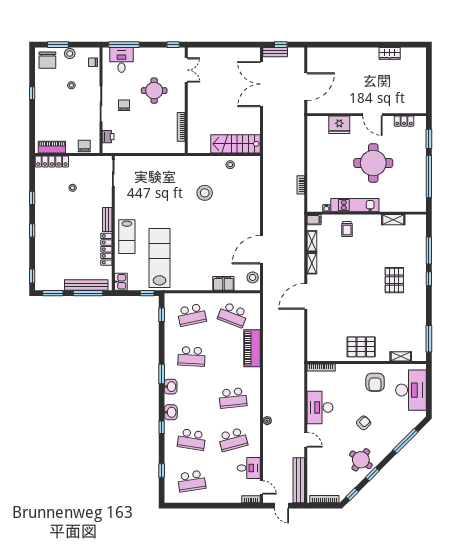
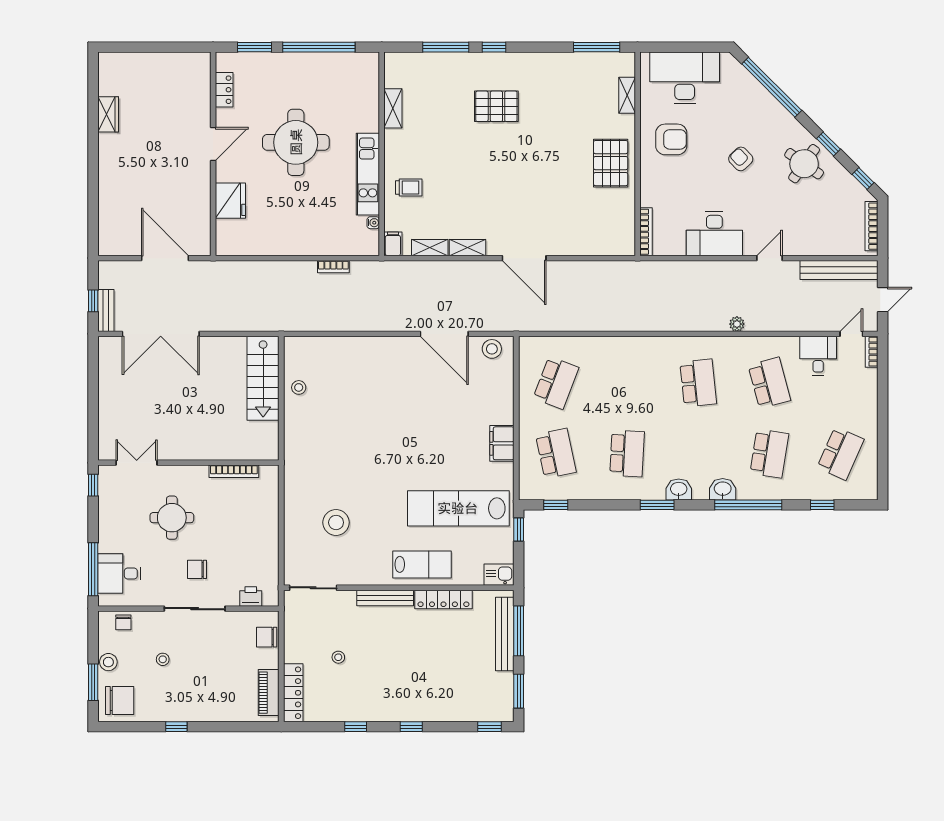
stool: (205, 193) -> (336, 522), moved
bench: (107, 220) -> (385, 598), width x1.36
filing cabinet: (223, 283) -> (502, 443), moved
piano: (252, 348) -> (613, 350), removed
window: (162, 427) -> (748, 505), width x3.17
window: (406, 441) -> (772, 87), width x1.46
school desk: (192, 481) -> (840, 453), turned 33

